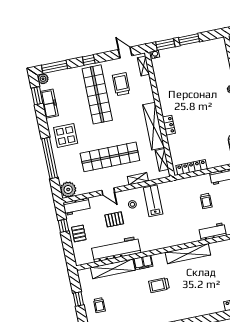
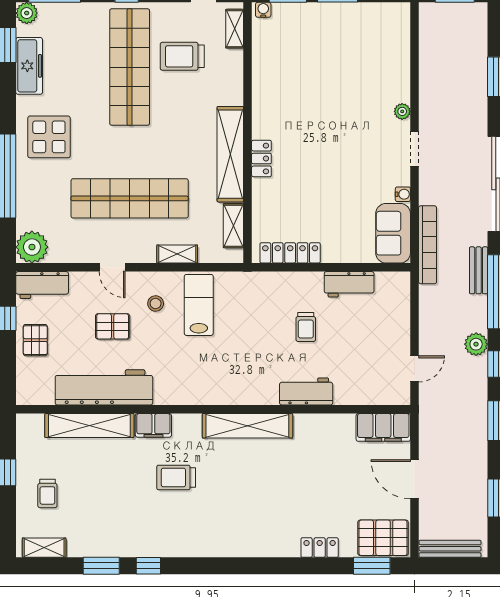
trolley: (121, 84) -> (182, 56), turned -90

